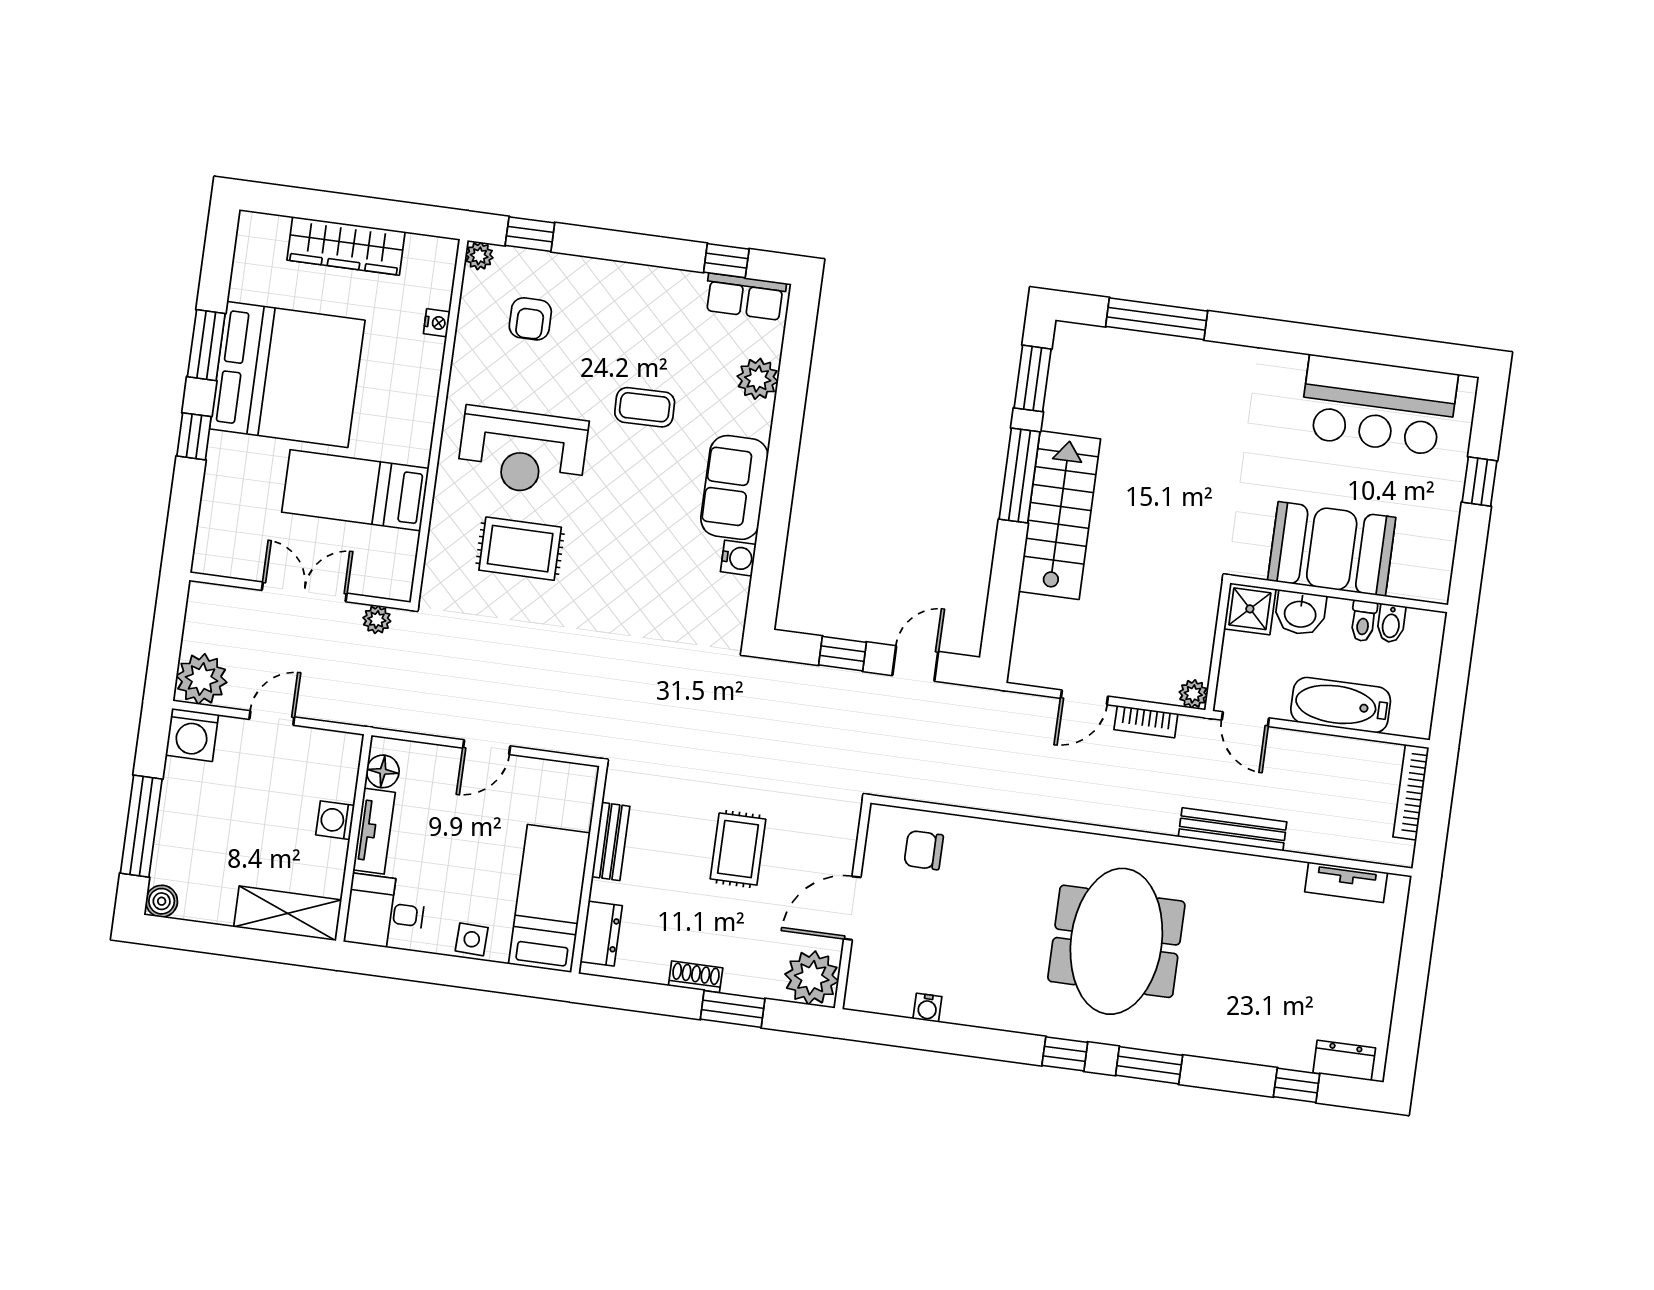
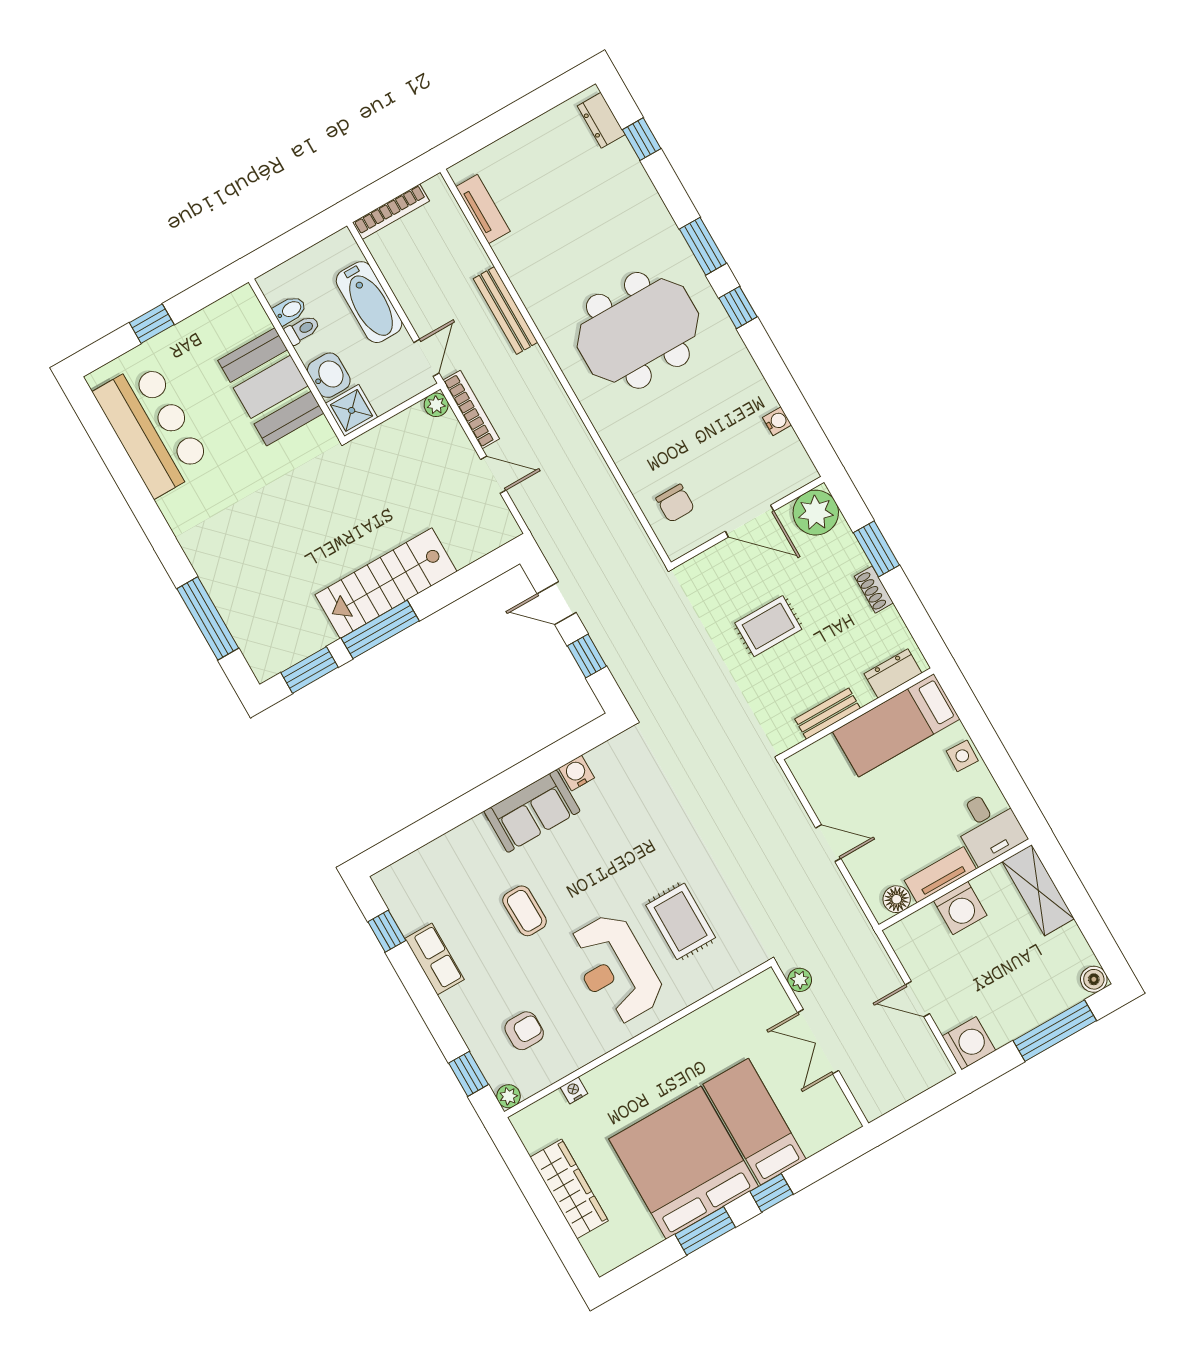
row of seats: (745, 297) -> (435, 959), moved
plant: (758, 379) -> (449, 851), removed
reception desk: (523, 452) -> (615, 969), turned 180
bed: (355, 490) -> (754, 1122), moved, turned 180
plant: (202, 679) -> (927, 1065), removed
bookcase: (1146, 722) -> (471, 410), width x1.56
washing machine: (335, 820) -> (960, 908), width x1.38, depth x1.38

